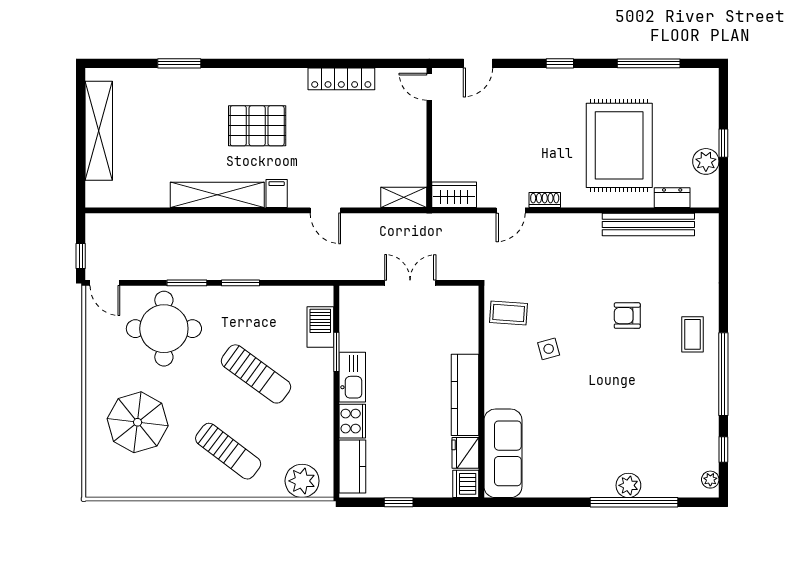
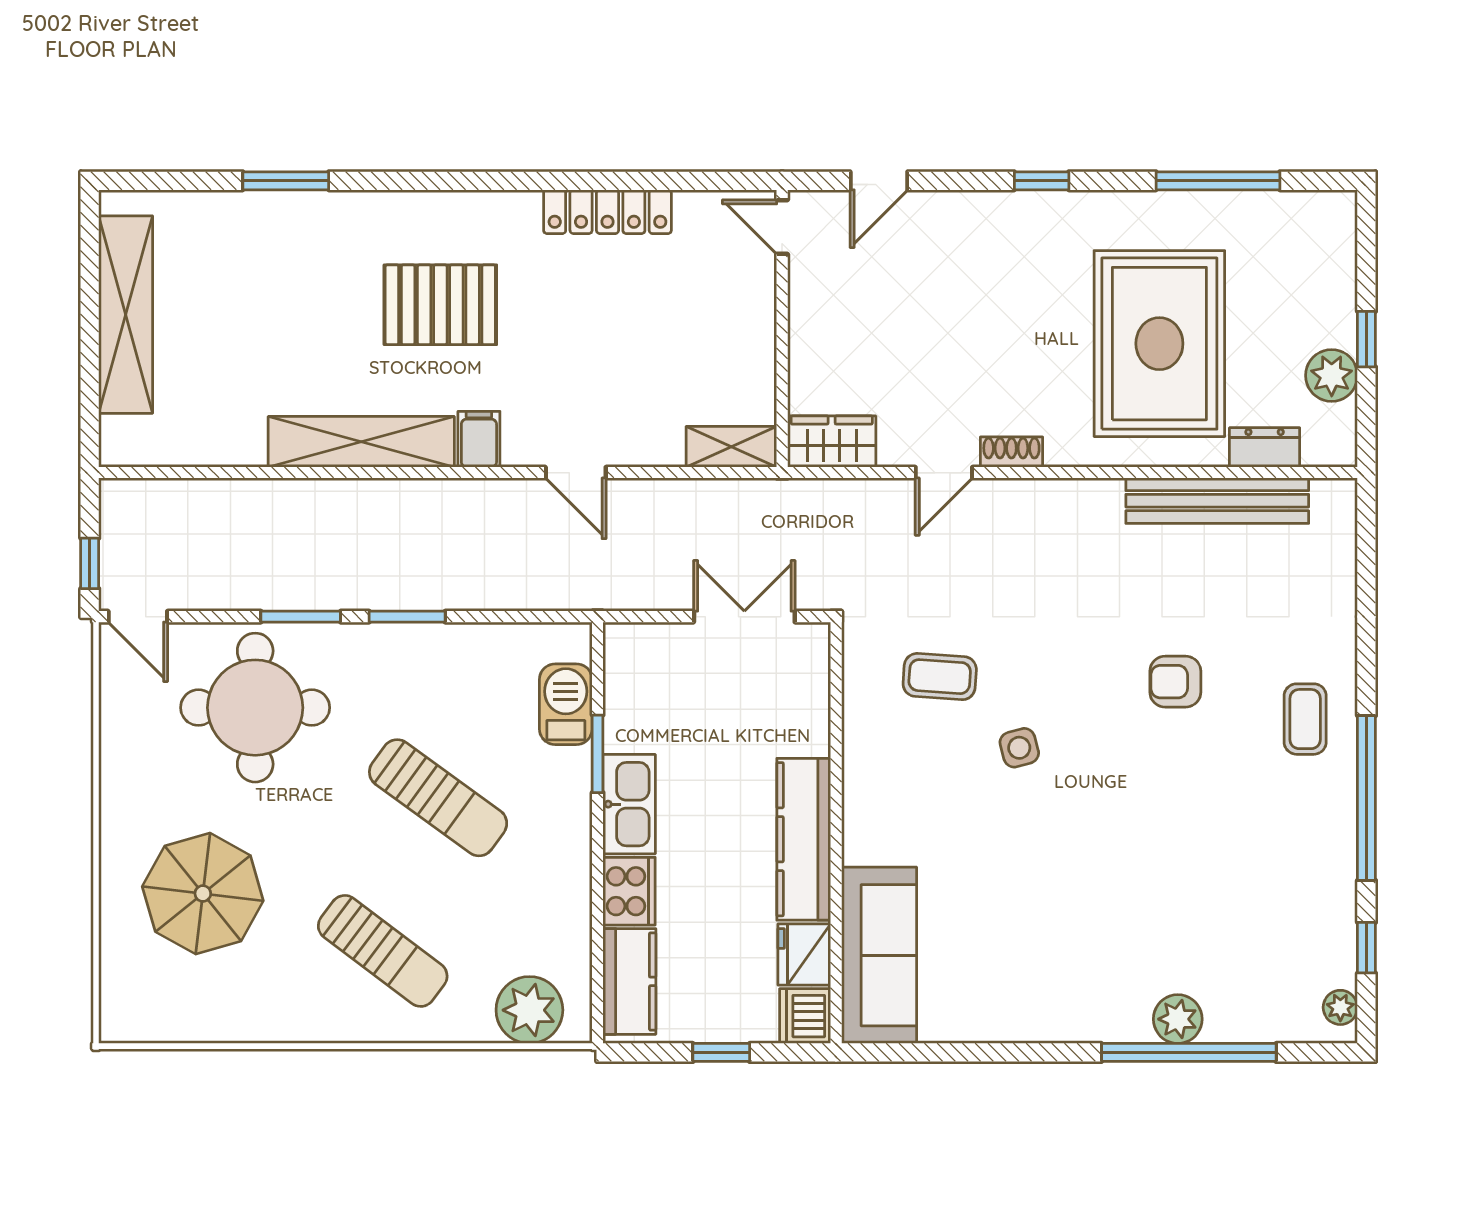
wall: (481, 392) -> (836, 833), moved
kitchen counter: (465, 395) -> (804, 839), moved
fridge: (465, 453) -> (804, 954), moved
sofa: (503, 453) -> (879, 955), moved
dishwasher: (466, 484) -> (805, 1016), moved

